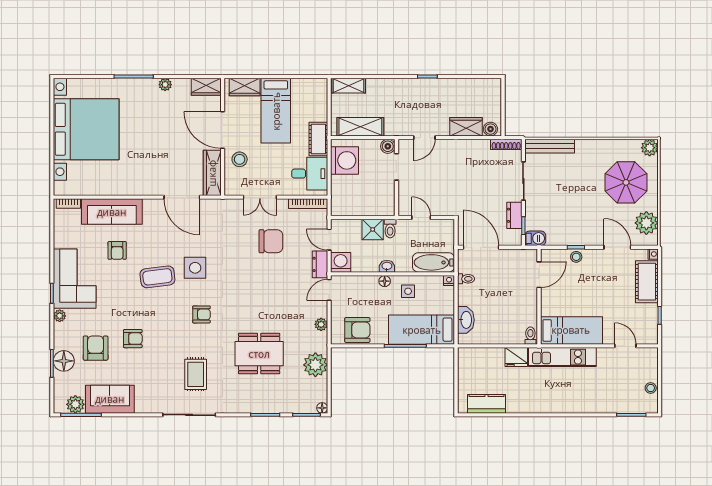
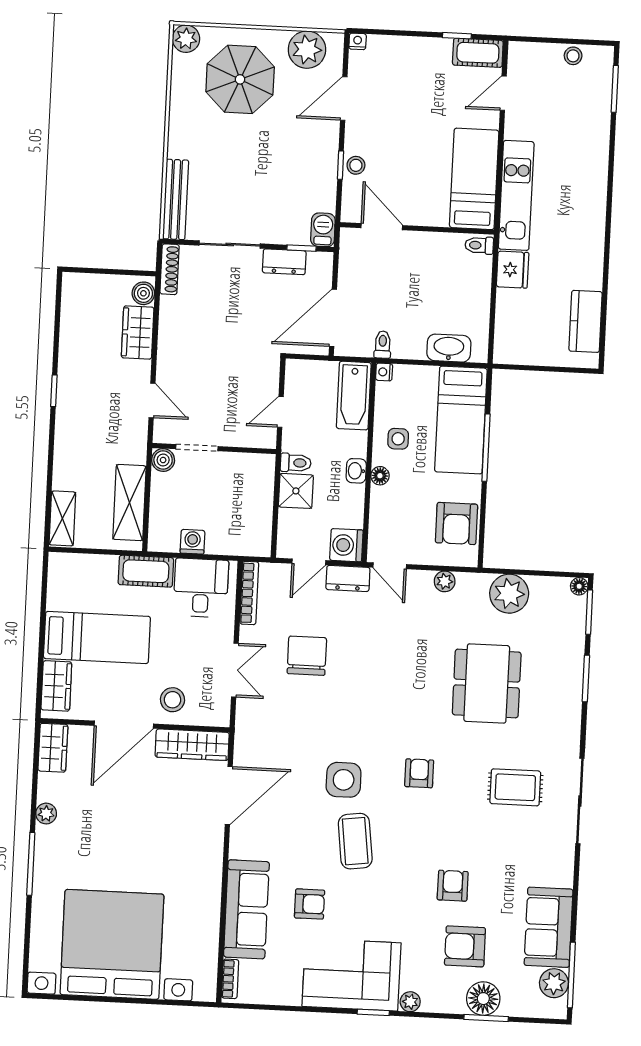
washing machine: (345, 160) -> (192, 542), width x0.53, depth x0.53
cot: (647, 282) -> (478, 53), moved, width x0.73, depth x0.75
armchair: (357, 330) -> (456, 524), turned 180

